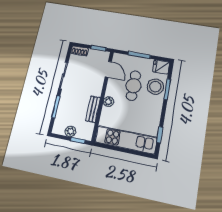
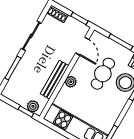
bench: (93, 109) -> (54, 80), width x1.36
plant: (70, 131) -> (33, 106), moved

